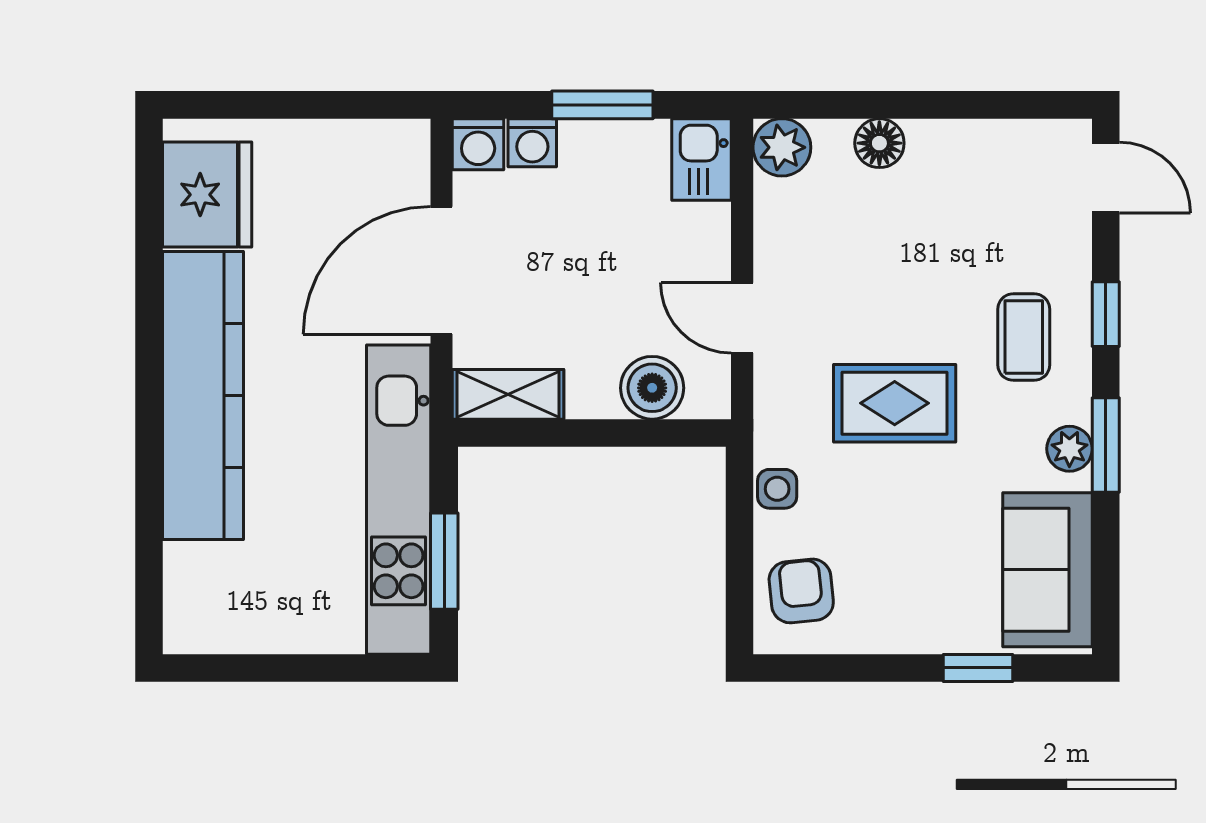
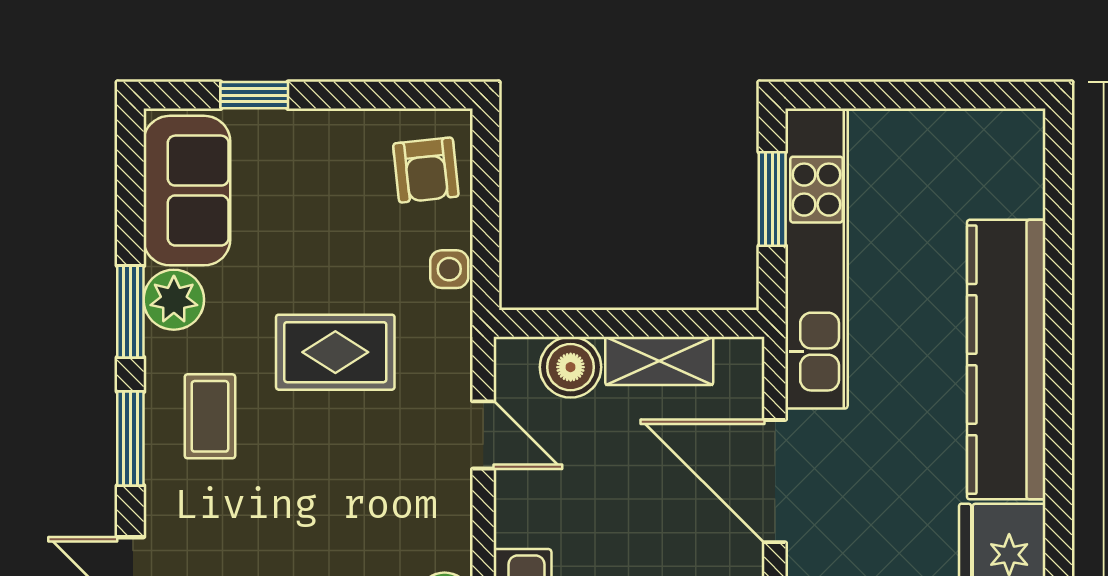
door: (441, 270) -> (775, 481), swing flipped
window: (1106, 314) -> (130, 439), width x1.50
shelving: (508, 394) -> (659, 361), moved
plant: (1069, 449) -> (174, 300), width x1.38, depth x1.38

